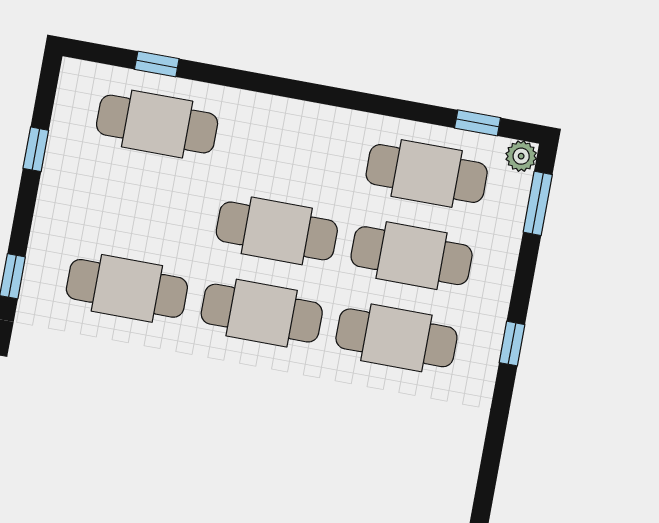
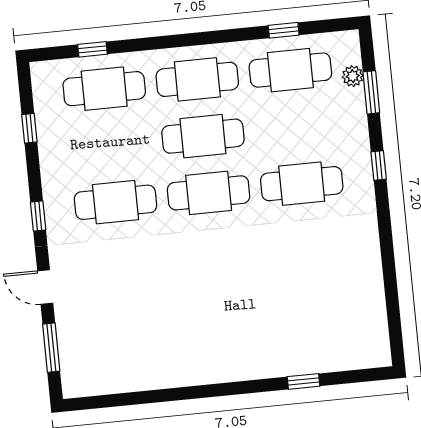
window: (478, 123) -> (284, 30), moved
plant: (521, 156) -> (353, 76), moved
window: (538, 203) -> (371, 92), moved
cafe table: (412, 256) -> (197, 79), moved

